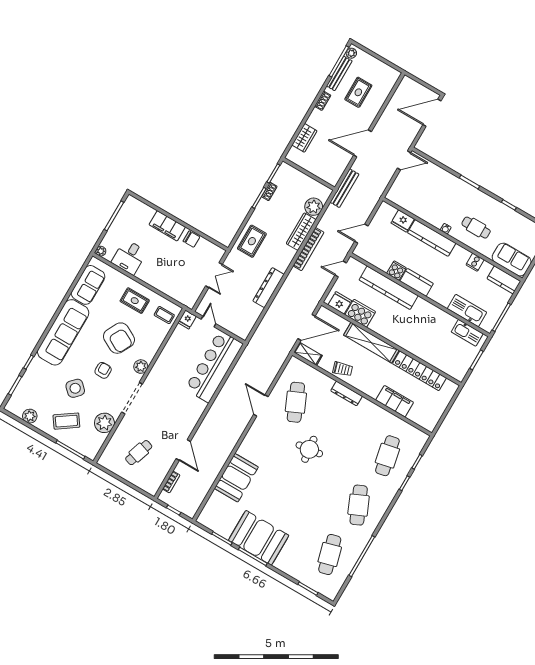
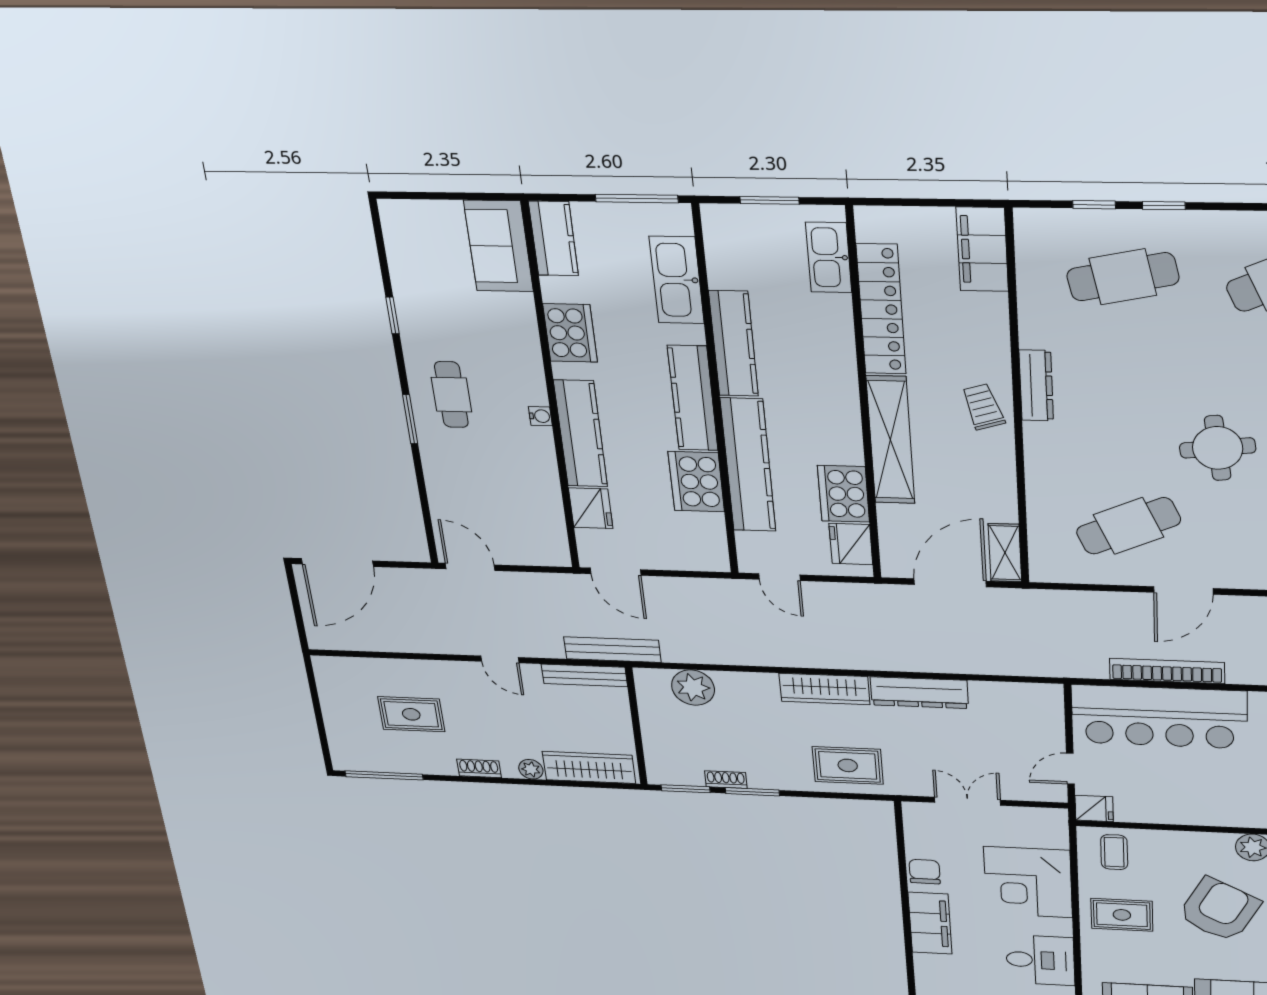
plant: (351, 53) -> (531, 769), moved
bench: (339, 73) -> (584, 675), moved
door: (432, 113) -> (337, 562), hinge flipped
wardrobe: (304, 138) -> (589, 767), width x1.50
door: (363, 143) -> (500, 659), width x0.53
cafe table: (476, 228) -> (451, 395), moved
wardrobe: (301, 232) -> (824, 689), moved
door: (361, 234) -> (616, 572), moved
bookcase: (308, 249) -> (1167, 671), moved
cooker: (475, 262) -> (570, 333), width x1.87, depth x1.31
cooker: (396, 271) -> (696, 482), width x1.87, depth x1.31
corner desk: (167, 275) -> (1028, 882), added
kitchen counter: (417, 282) -> (693, 398), width x1.50
rug: (135, 301) -> (1122, 915), turned 90
kitchen counter: (435, 314) -> (733, 344), added
door: (307, 327) -> (950, 583), hinge flipped
kitchen sink: (467, 333) -> (829, 257), moved, turned 180
trolley: (343, 369) -> (983, 407), moved
dresser: (347, 393) -> (1036, 386), moved
filing cabinet: (395, 401) -> (982, 249), moved

